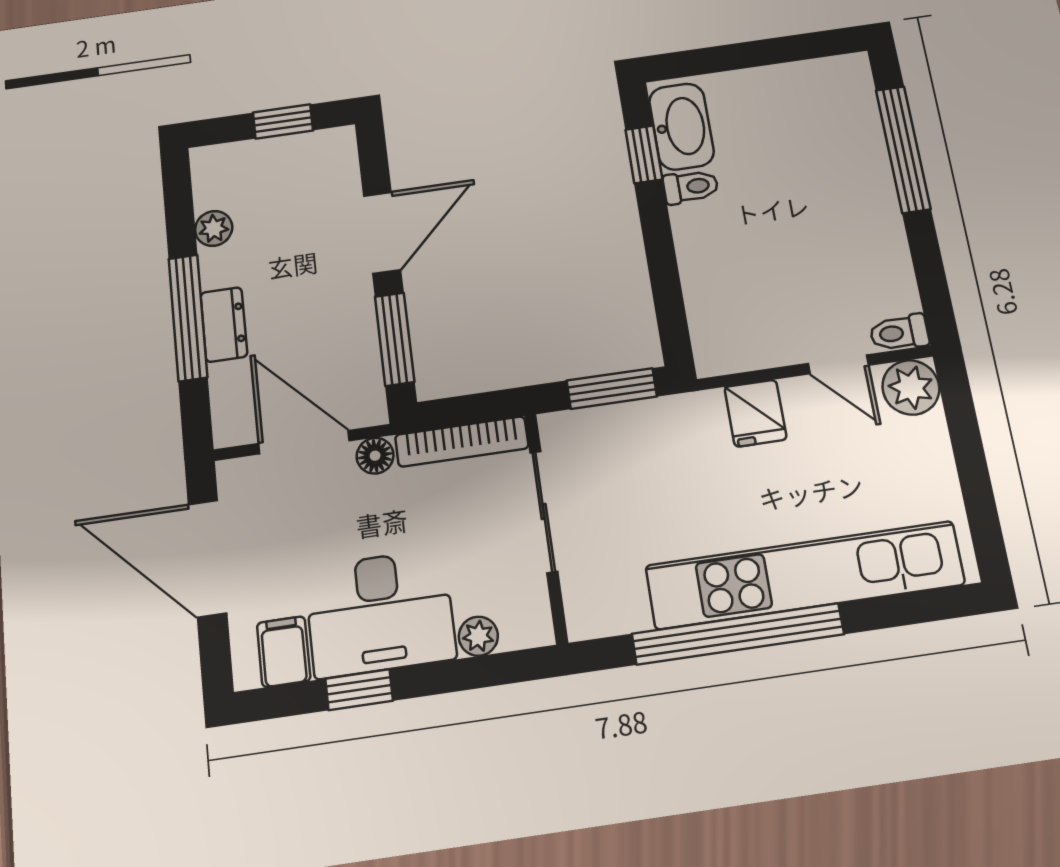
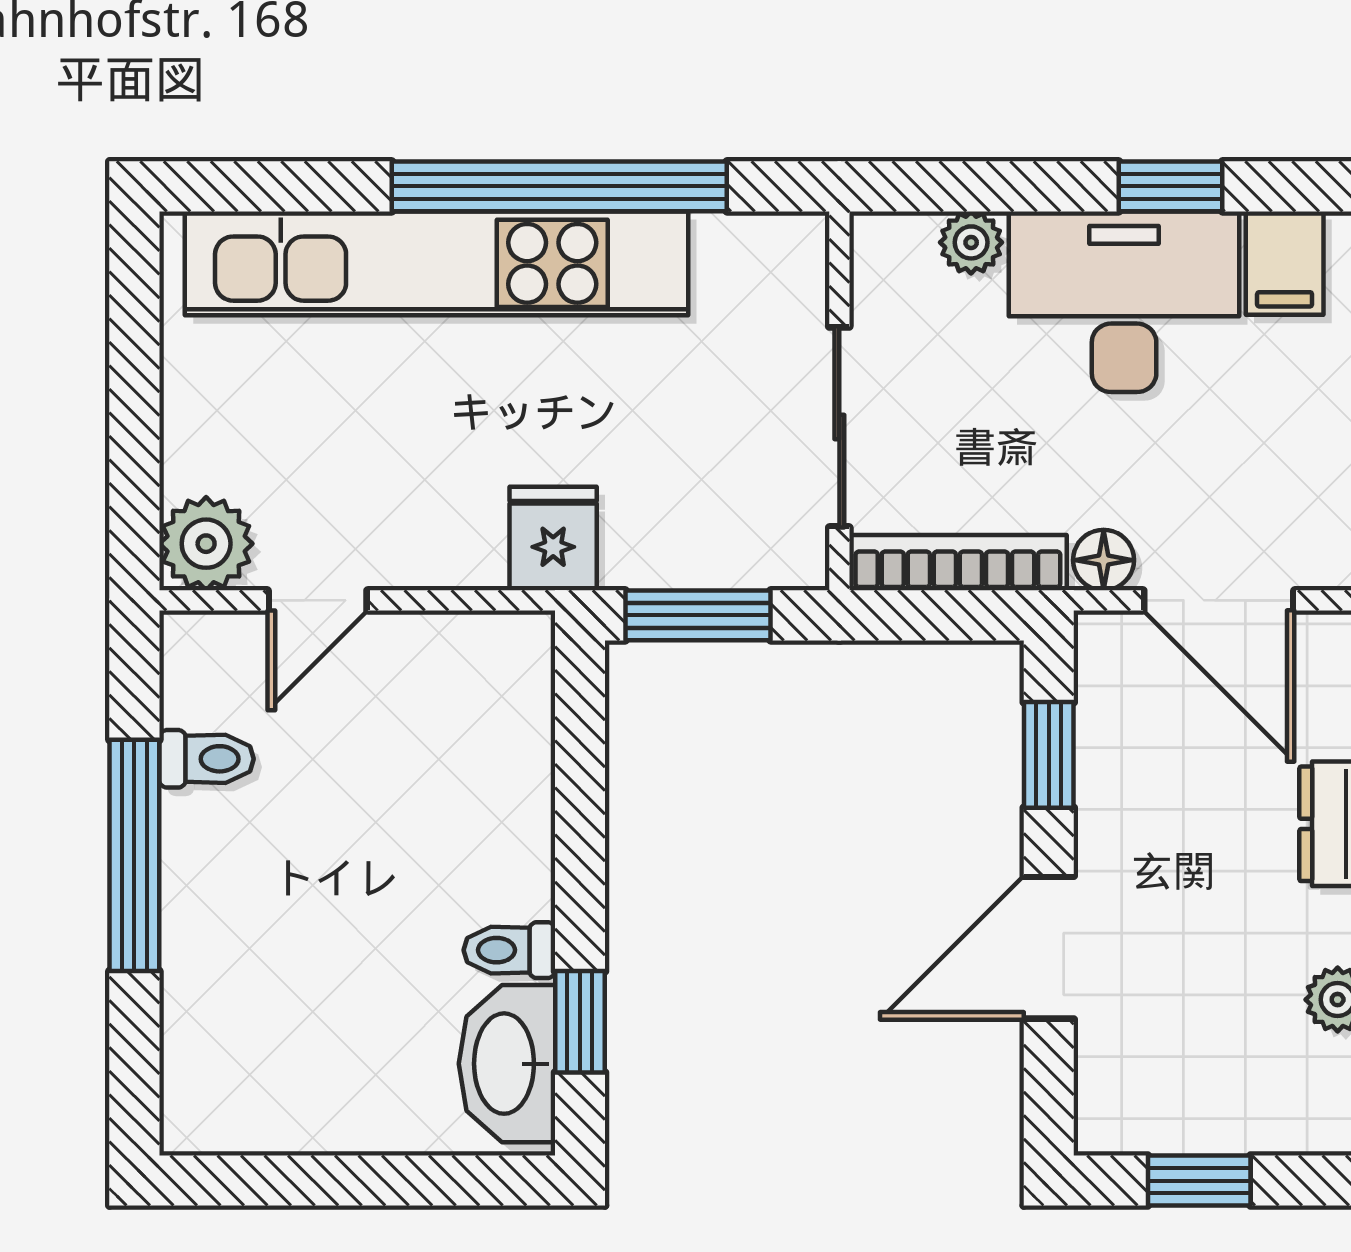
window: (903, 149) -> (134, 855), moved
toilet: (899, 333) -> (206, 759), moved
window: (395, 339) -> (1049, 755), width x0.67
door: (838, 364) -> (318, 600), swing flipped
fridge: (756, 413) -> (553, 539), moved

